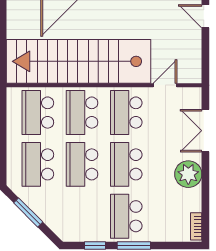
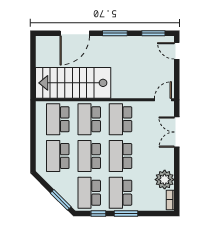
stairs: (79, 61) -> (73, 83), width x0.73
door: (165, 85) -> (163, 100), moved
plant: (188, 174) -> (165, 180), moved
window: (28, 212) -> (61, 200), moved
school desk: (82, 216) -> (89, 193), added

